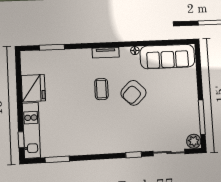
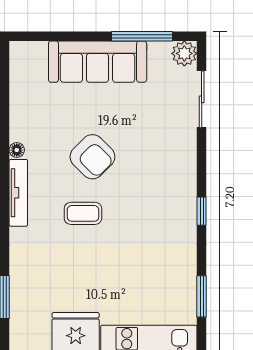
tv unit: (106, 53) -> (18, 193), width x1.41
sofa: (167, 57) -> (98, 62), moved, turned 90
window: (134, 155) -> (202, 211), moved

